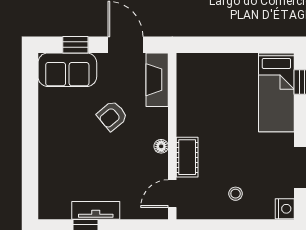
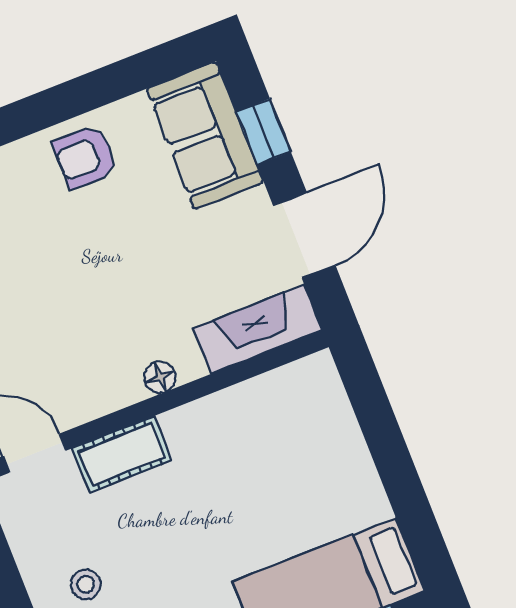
armchair: (112, 116) -> (85, 157), moved, turned -50
floor lamp: (161, 146) -> (160, 377), moved

